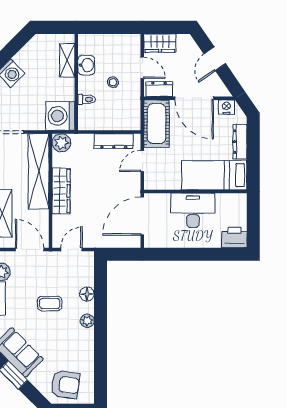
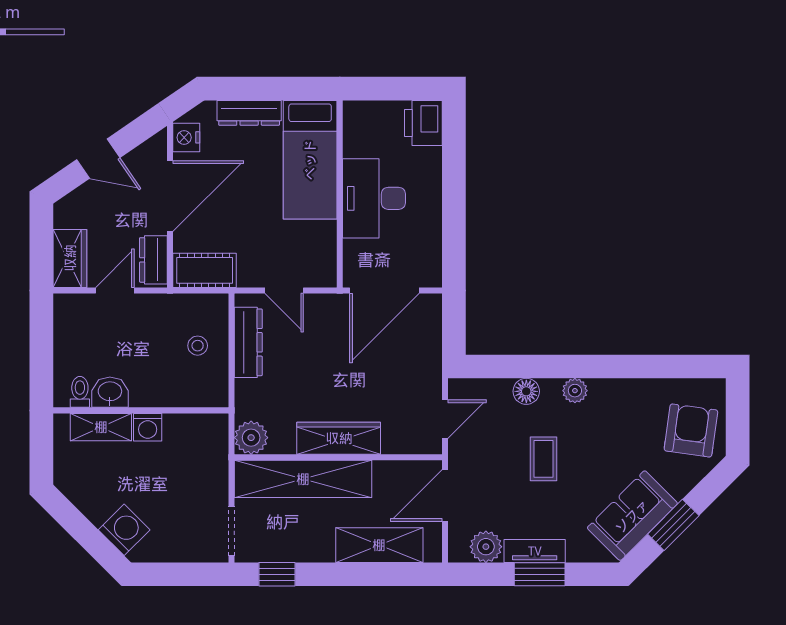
stool: (113, 82) -> (198, 346), moved
toilet: (86, 99) -> (80, 392), moved
washing machine: (60, 116) -> (148, 427), moved, width x0.53, depth x0.53
cot: (157, 124) -> (205, 270), width x0.73, depth x0.75
door: (142, 216) -> (384, 290), hinge flipped
door: (72, 249) -> (445, 419), swing flipped

